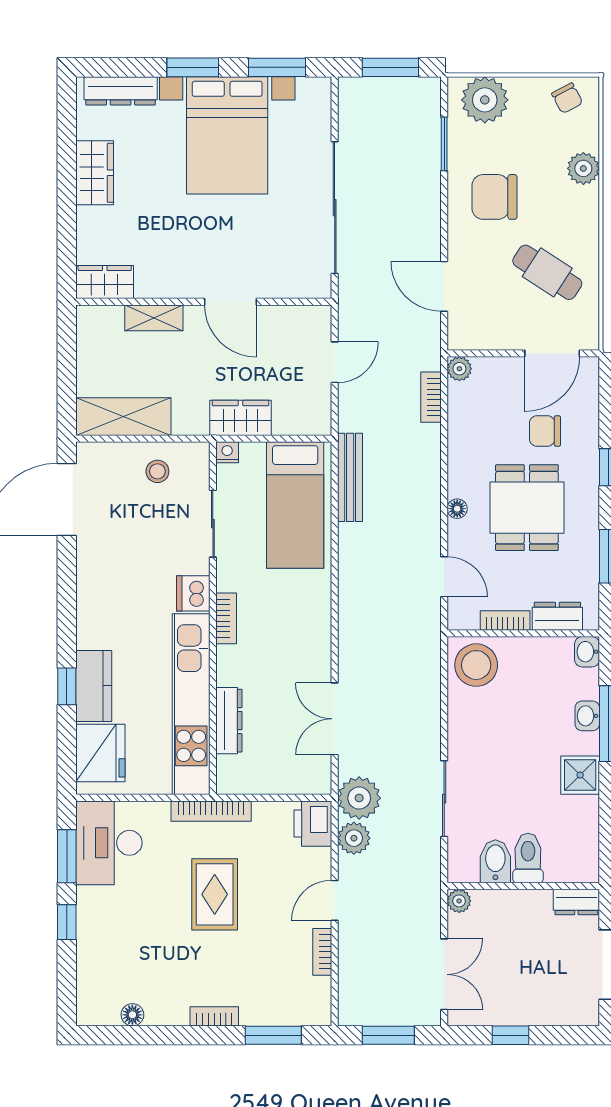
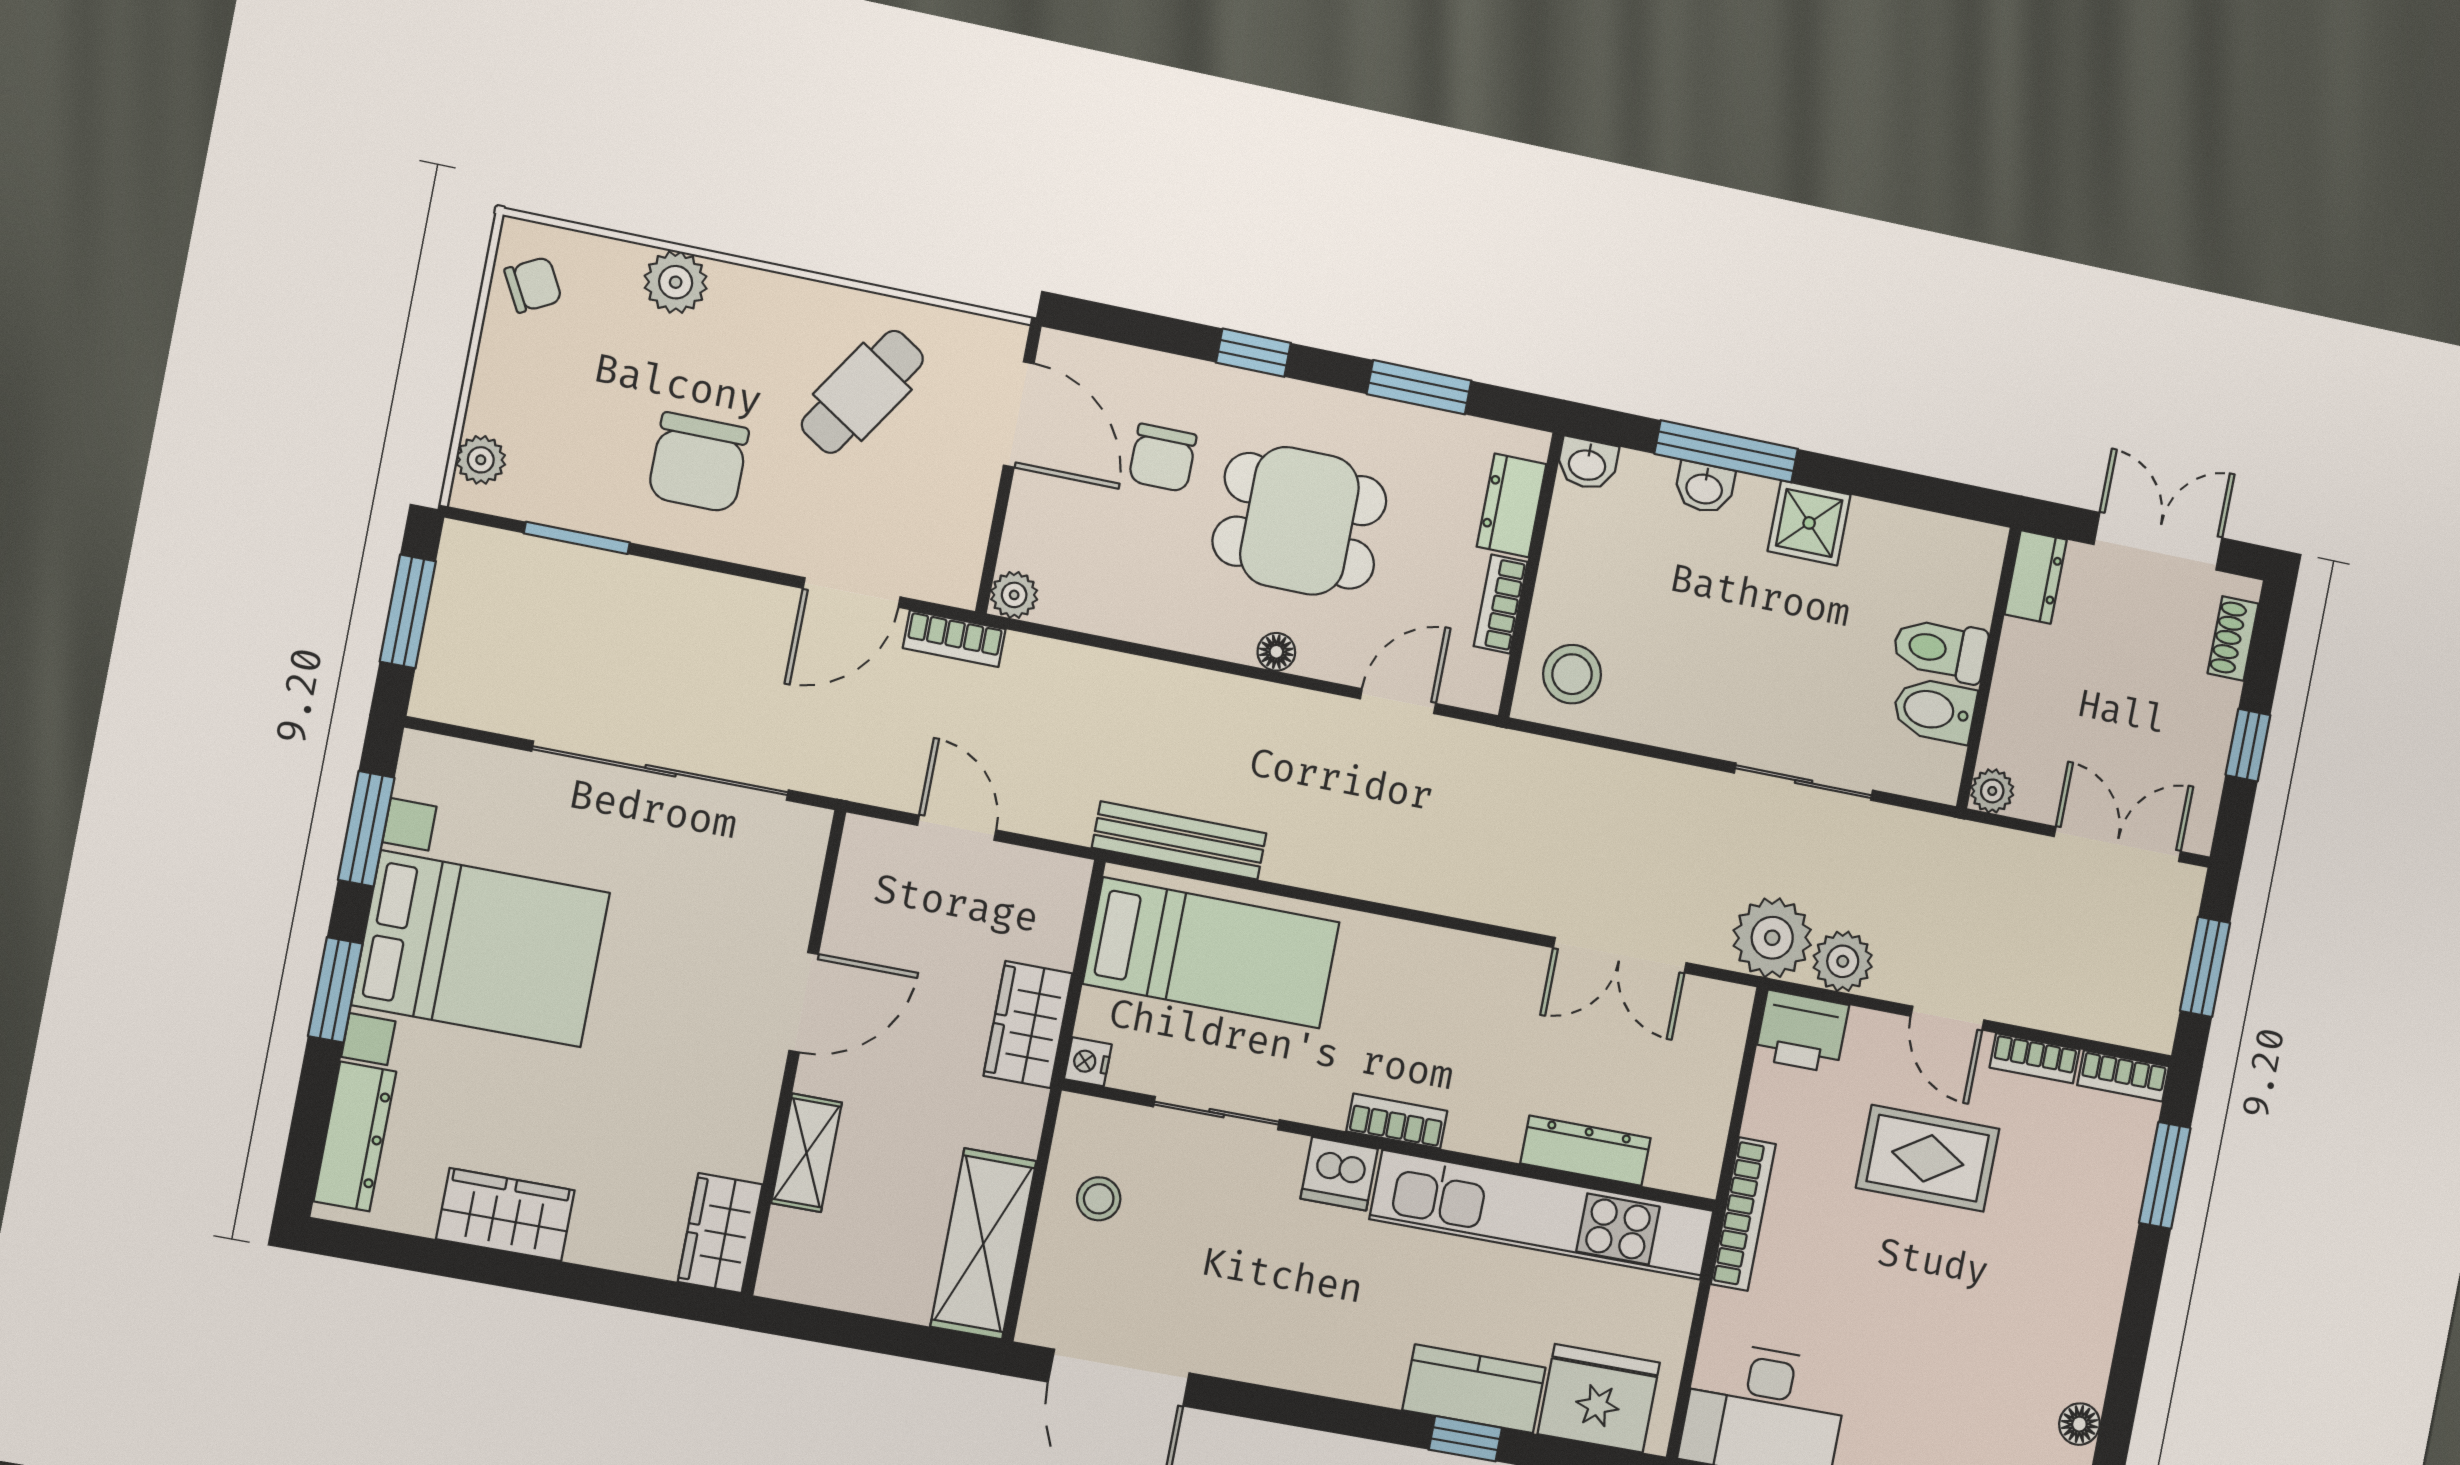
plant: (485, 100) -> (481, 460), width x0.53, depth x0.53
bookcase: (431, 397) -> (954, 639), moved
stool: (476, 665) -> (1572, 674), width x0.73, depth x0.73
rug: (215, 894) -> (1928, 1158), moved
bookcase: (214, 1016) -> (2123, 1076), moved, turned -90
shoe rack: (565, 1016) -> (2233, 638), added

